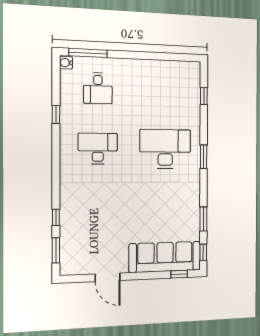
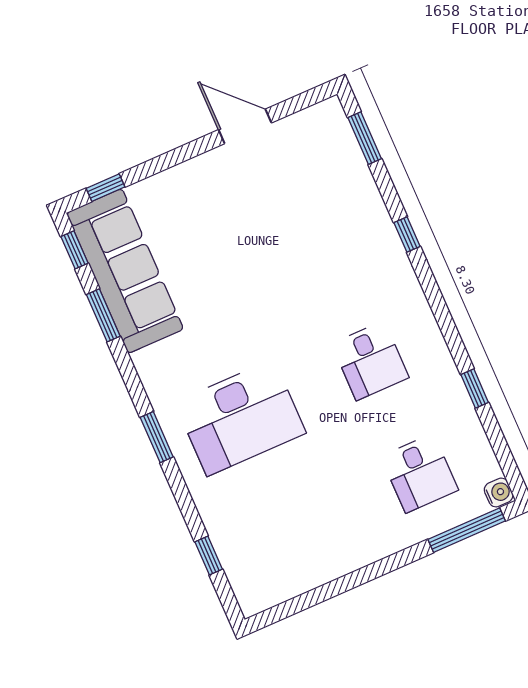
desk: (98, 88) -> (420, 473), turned 180
desk: (98, 148) -> (370, 361), width x0.73
window: (56, 217) -> (407, 235), moved
sofa: (165, 257) -> (125, 271), moved, turned -90

